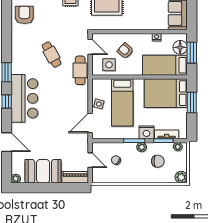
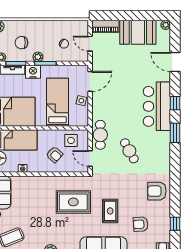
armchair: (24, 15) -> (157, 191), turned 90

